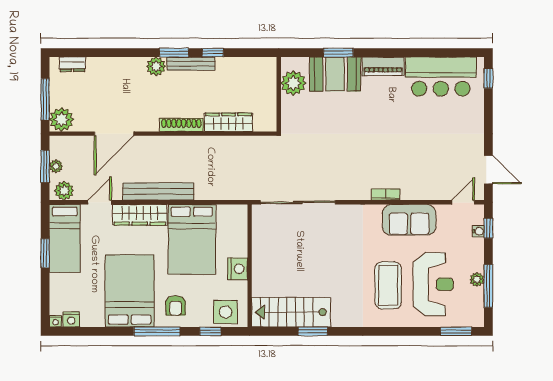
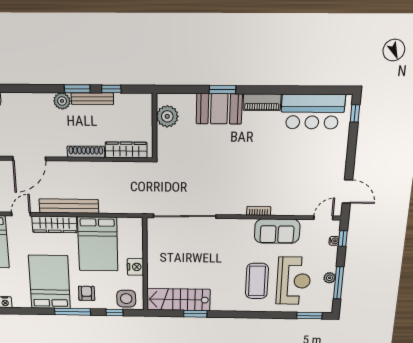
plant: (293, 83) -> (167, 116), moved
wall: (279, 94) -> (155, 126), moved
armchair: (176, 305) -> (87, 293), turned 180

